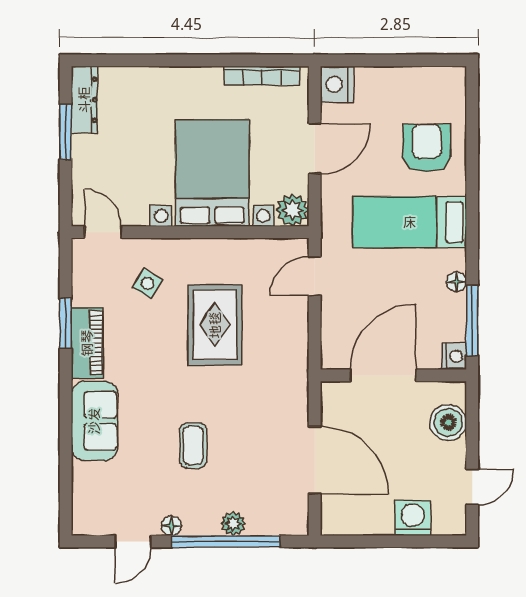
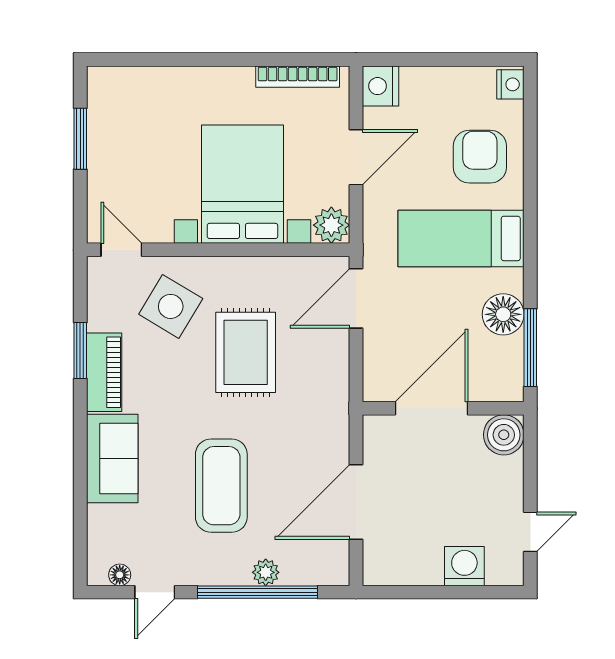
dresser: (84, 100) -> (101, 103), removed
door: (315, 276) -> (356, 298), width x1.38
floor lamp: (457, 282) -> (503, 314), width x1.89, depth x1.89
side table: (147, 283) -> (171, 306), width x1.87, depth x1.87
nightstand: (454, 356) -> (510, 84), moved
boiler: (448, 423) -> (504, 435), moved
coffee table: (193, 445) -> (221, 486), width x1.86, depth x1.72
door: (315, 460) -> (356, 502), swing flipped
floor lamp: (171, 526) -> (120, 575), moved

